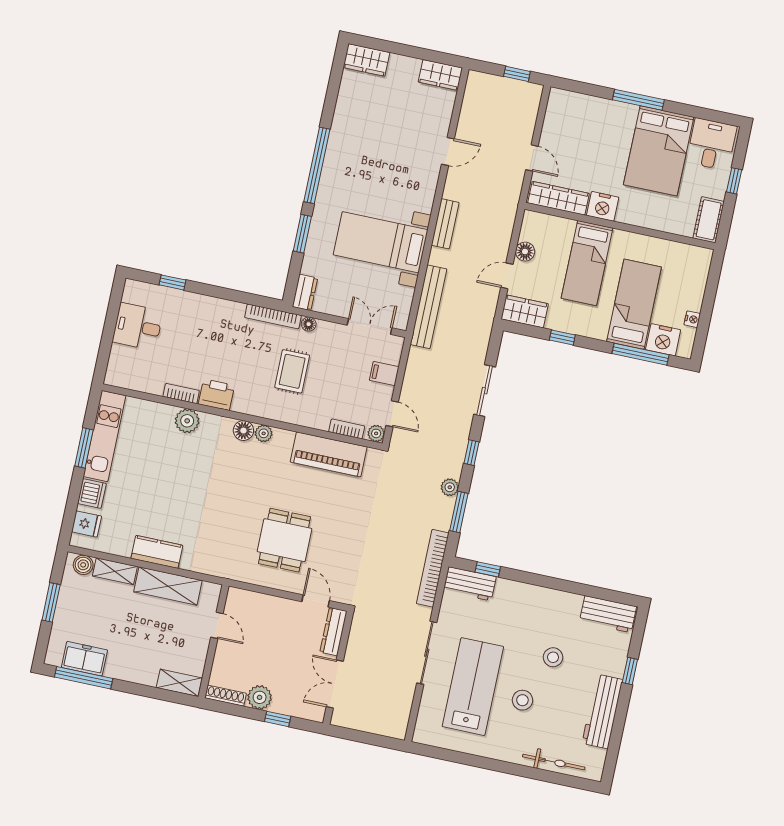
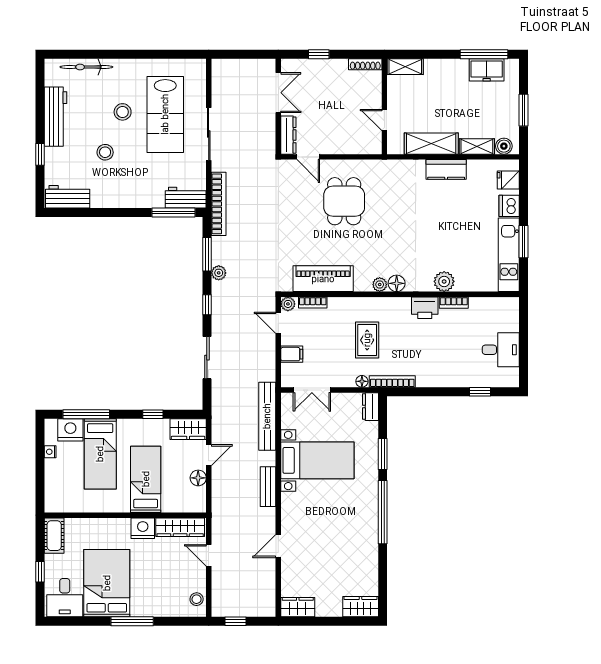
stool: (557, 110) -> (197, 599), added
window: (488, 569) -> (173, 213), width x2.17
plant: (260, 697) -> (337, 69), removed

